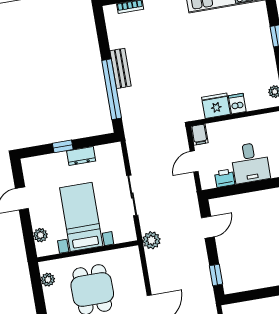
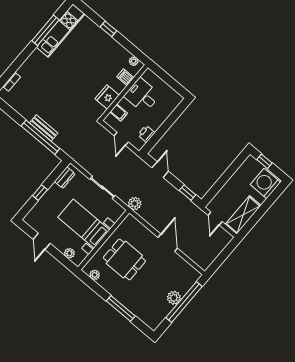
bench: (121, 68) -> (44, 128), moved
dishwasher: (237, 104) -> (125, 77), moved
filing cabinet: (199, 135) -> (119, 113), moved
dresser: (81, 156) -> (65, 178), moved
desk: (250, 163) -> (142, 95), moved, turned 180

